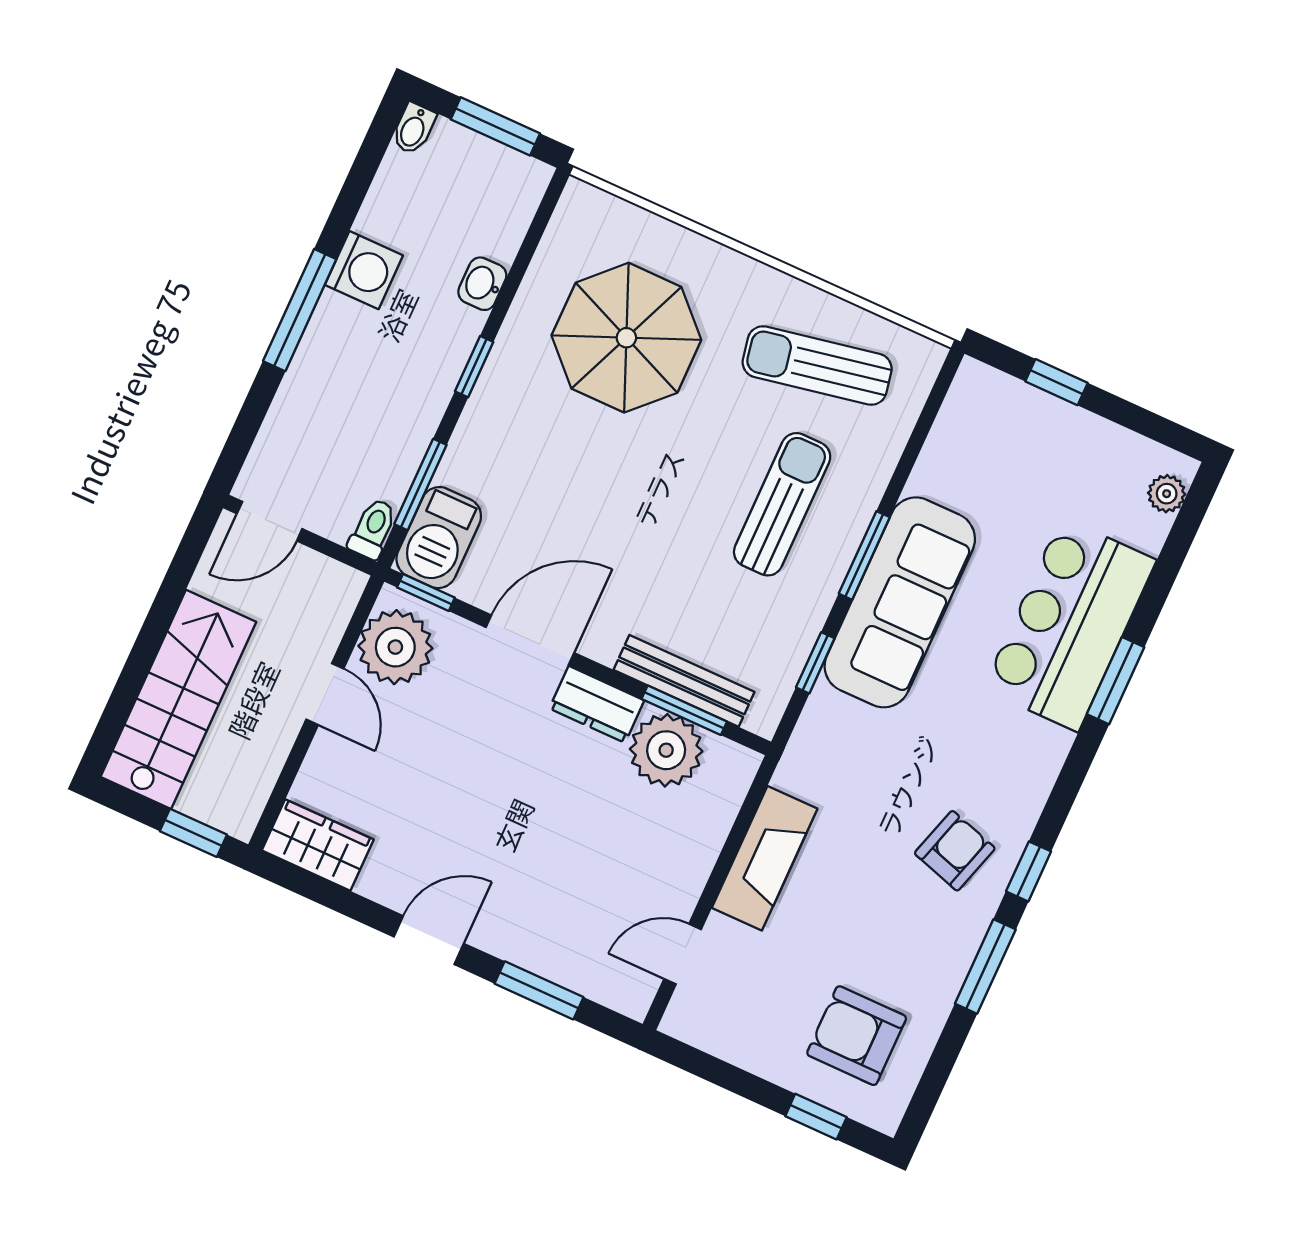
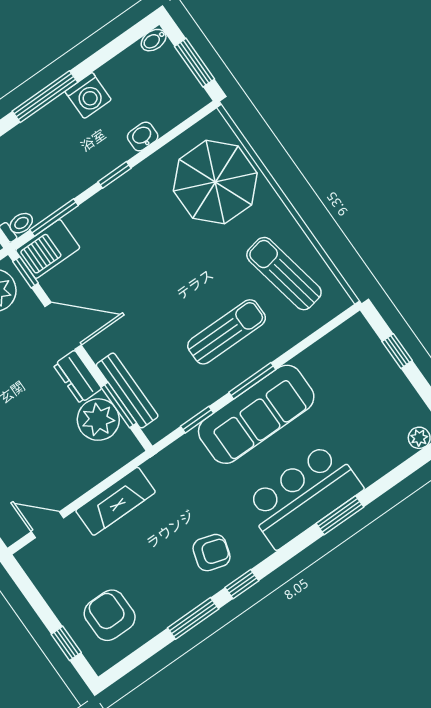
parasol: (626, 338) -> (215, 182), moved
bar counter: (1070, 625) -> (303, 496), moved

